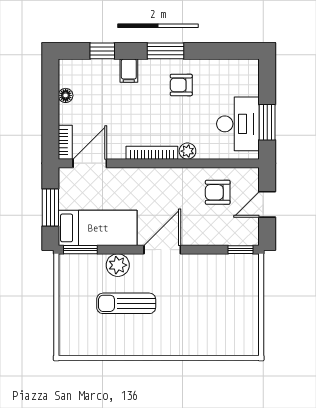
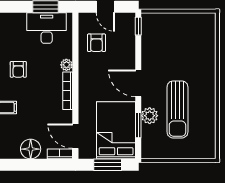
floor lamp: (66, 95) -> (31, 149), width x1.89, depth x1.89
bed: (98, 228) -> (116, 130), width x1.50
window: (80, 250) -> (138, 125), moved
sun lounger: (126, 303) -> (177, 109), width x1.36, depth x1.34

